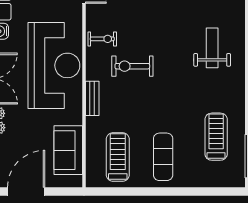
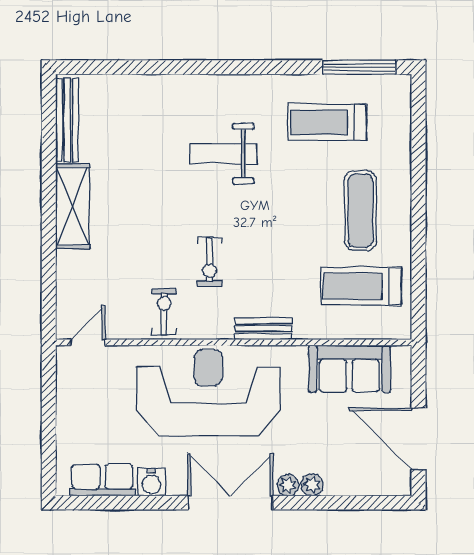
weight bench: (212, 48) -> (223, 154), moved
exercise bike: (132, 66) -> (209, 262), width x0.73, depth x0.72
exercise mat: (163, 157) -> (361, 211), turned 90

